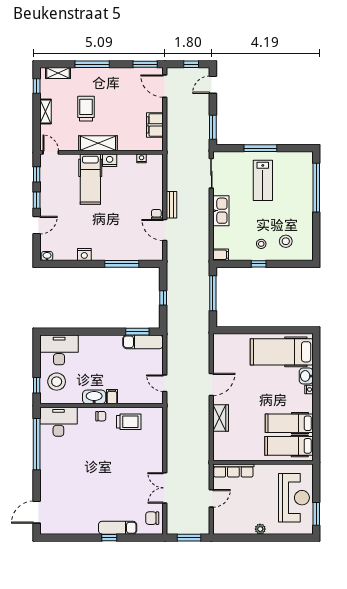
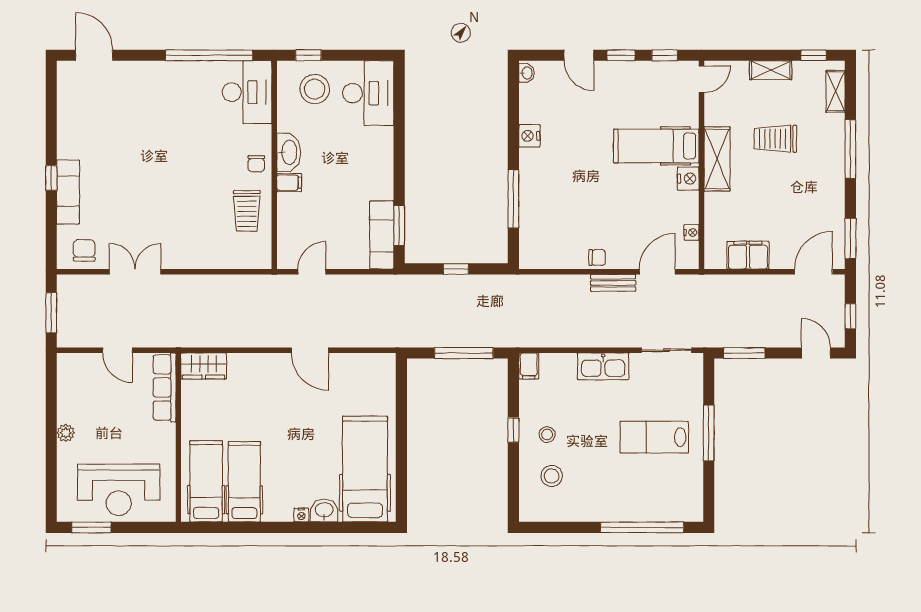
trolley: (86, 109) -> (775, 139), turned 180
door: (165, 230) -> (657, 272), moved
wardrobe: (221, 418) -> (204, 366), moved

